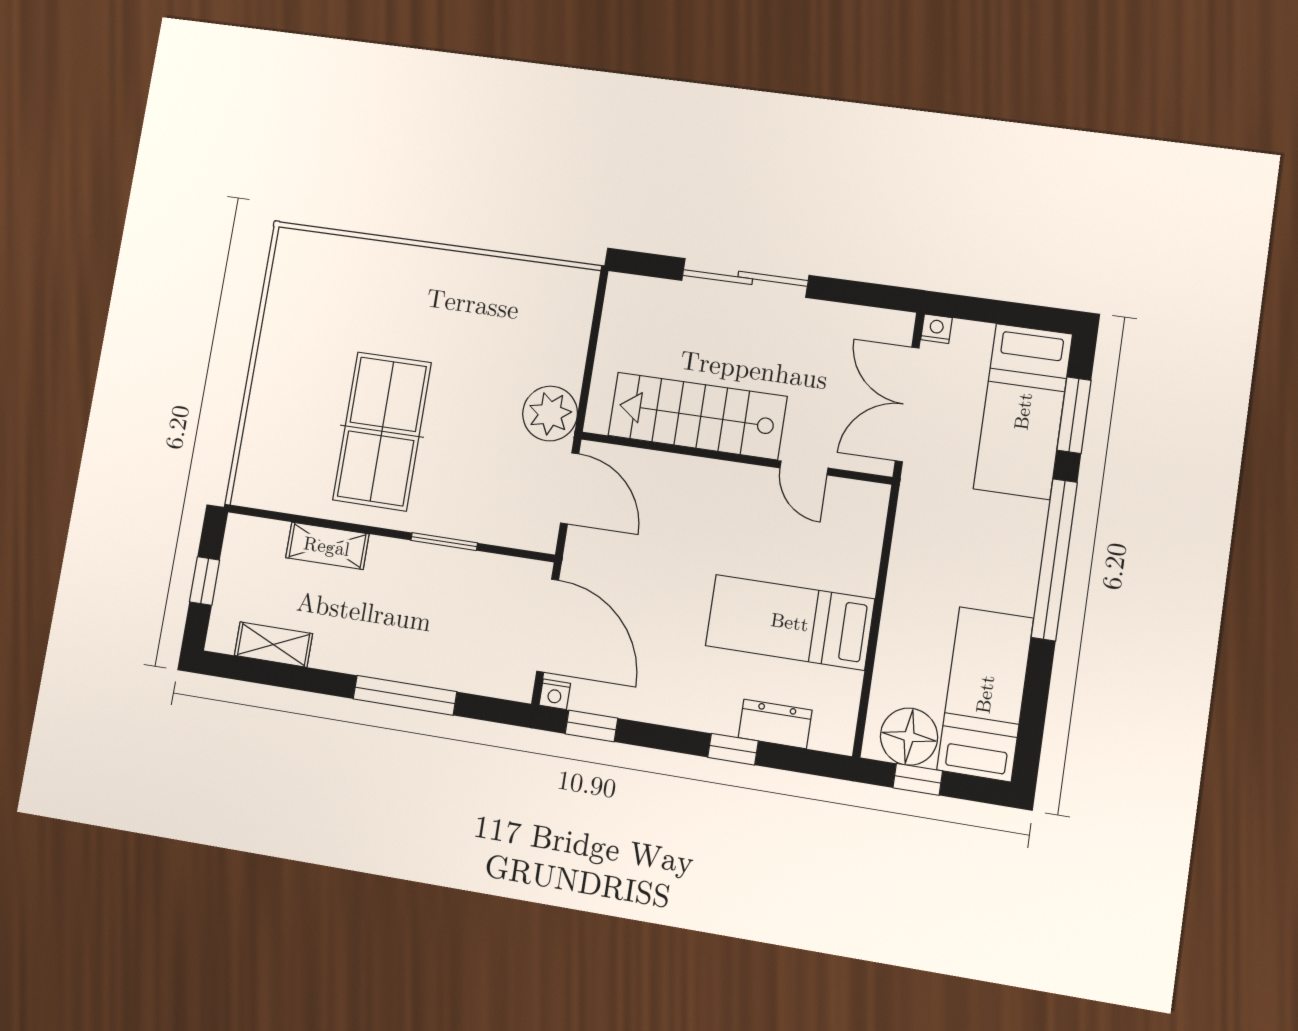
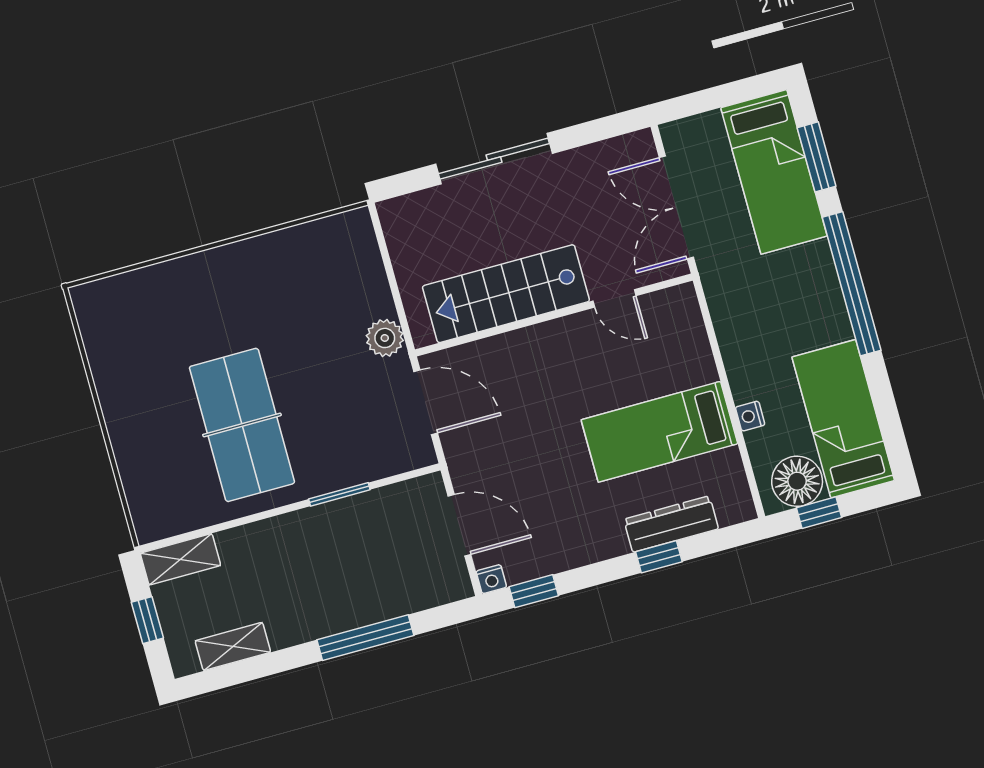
nightstand: (936, 329) -> (750, 416), moved, turned -90
plant: (550, 414) -> (385, 338), width x0.73, depth x0.73
shelving: (327, 546) -> (180, 559), moved
door: (548, 626) -> (459, 525), width x0.73
dresser: (775, 724) -> (671, 524), width x1.44

